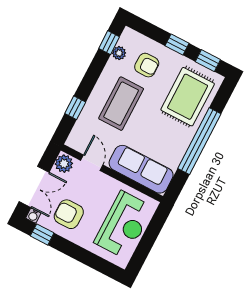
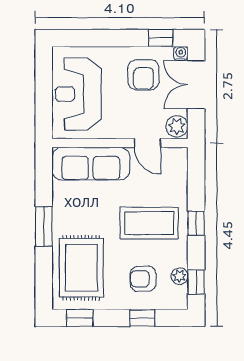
window: (177, 44) -> (142, 318), moved
coffee table: (121, 104) -> (149, 223), turned 90
window: (75, 108) -> (196, 223), moved
window: (199, 141) -> (44, 226), width x0.47
armchair: (69, 214) -> (143, 75), turned 90

